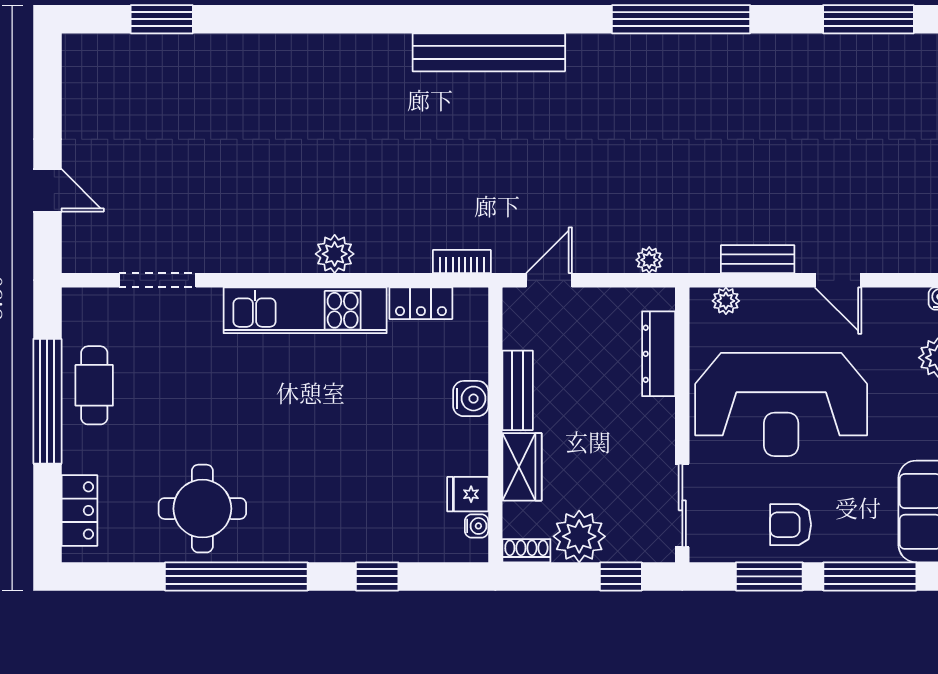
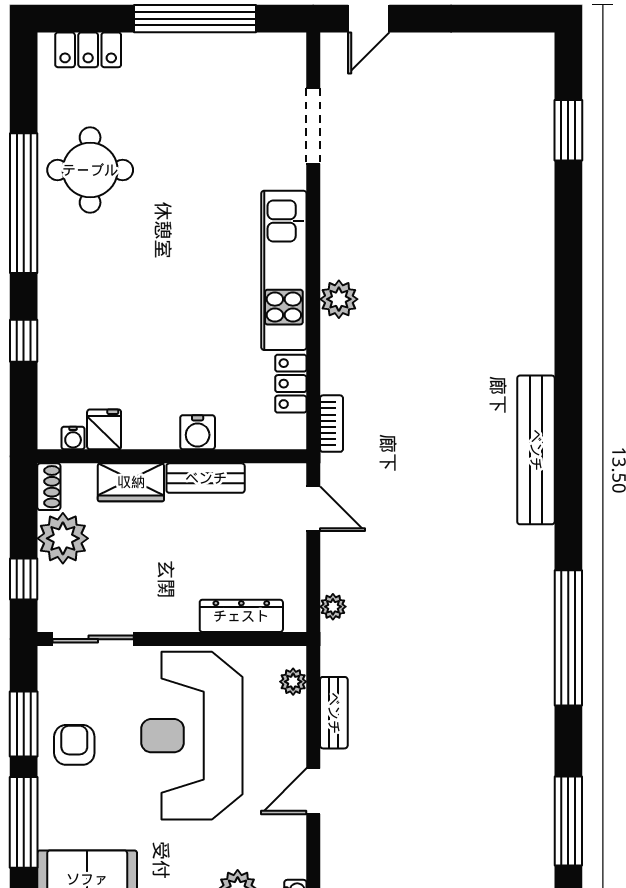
door: (47, 190) -> (369, 19), moved
cafe table: (94, 385) -> (210, 64), removed

